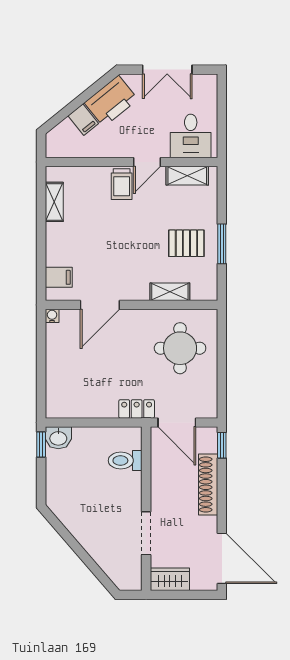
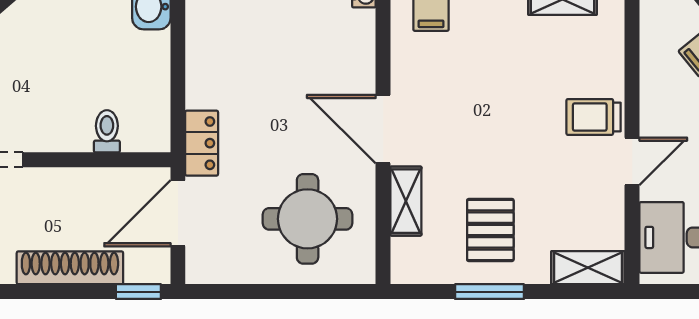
door: (147, 162) -> (632, 161), swing flipped
shelving: (187, 176) -> (588, 268), moved, turned 90
door: (100, 305) -> (383, 129), moved
toilet: (125, 461) -> (107, 131), width x0.73, depth x0.72

